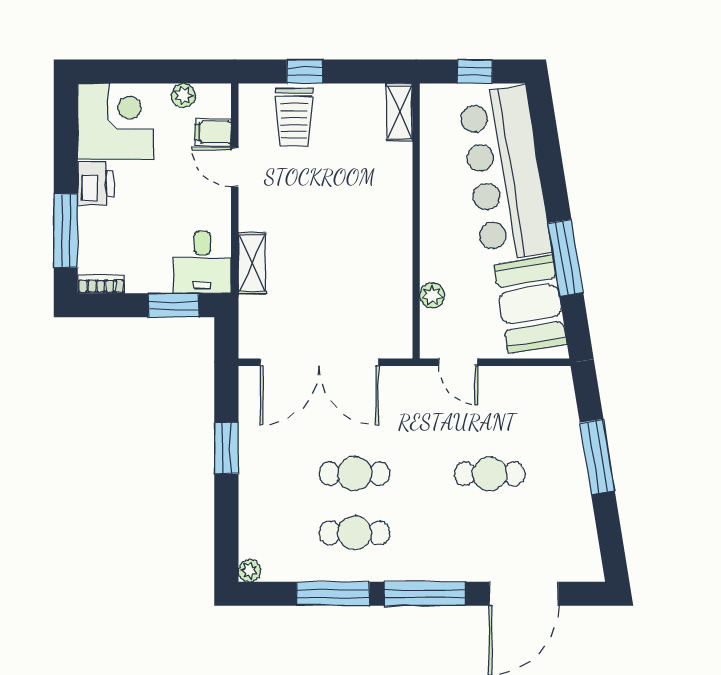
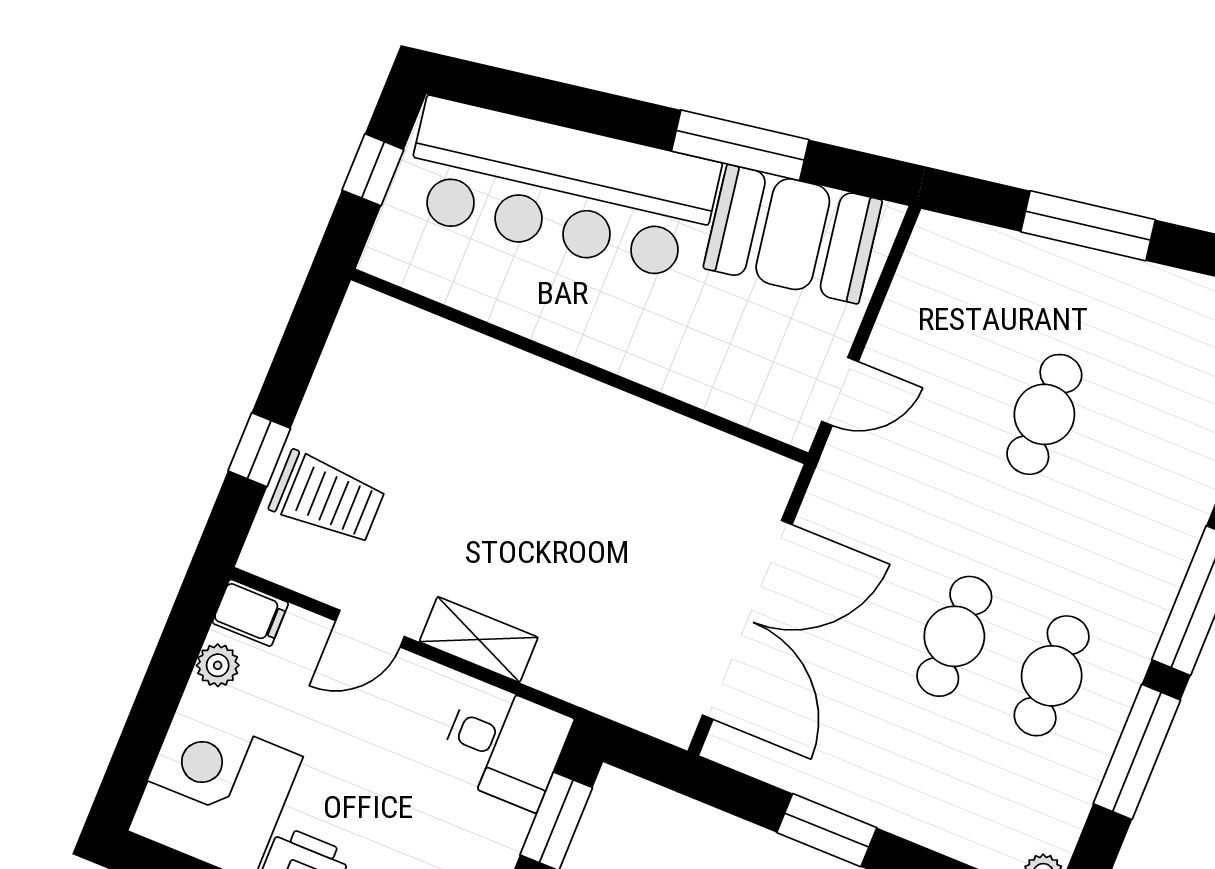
shelving: (400, 112) -> (390, 321), removed
filing cabinet: (213, 132) -> (250, 613), moved, turned -90
shelving: (252, 263) -> (479, 639), moved
plant: (432, 295) -> (713, 390), removed

